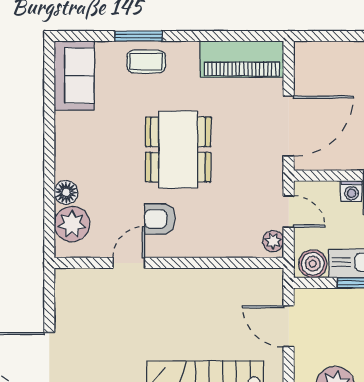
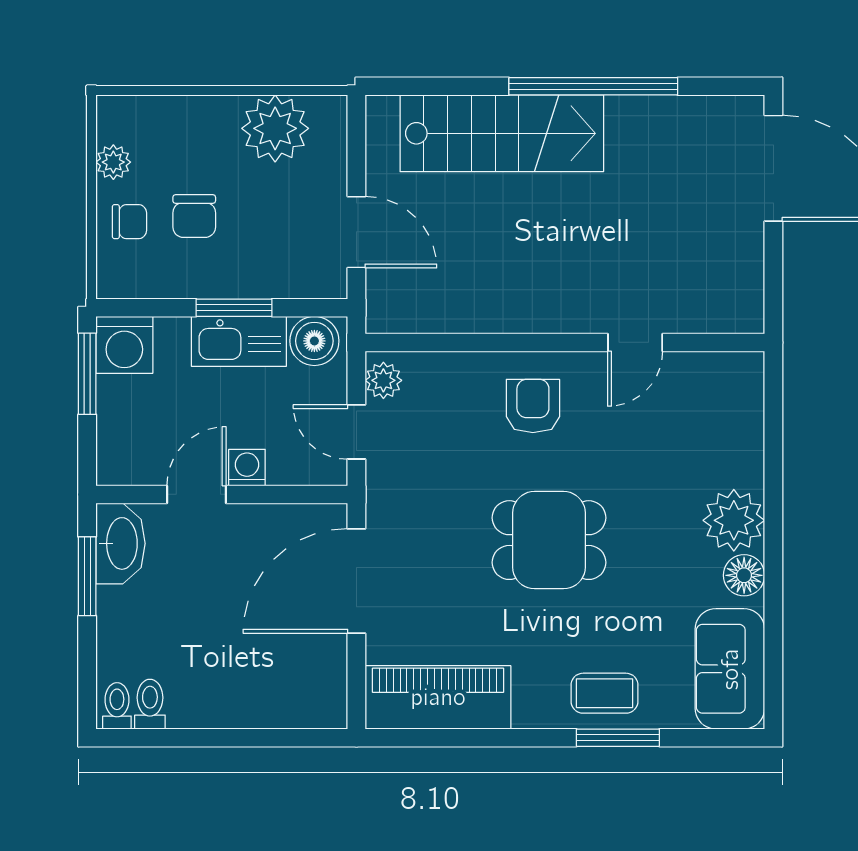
dining table: (178, 149) -> (549, 540), width x0.73
floor lamp: (66, 192) -> (744, 575), moved
armchair: (160, 219) -> (533, 406), moved, turned -90
plant: (72, 224) -> (734, 520), moved

